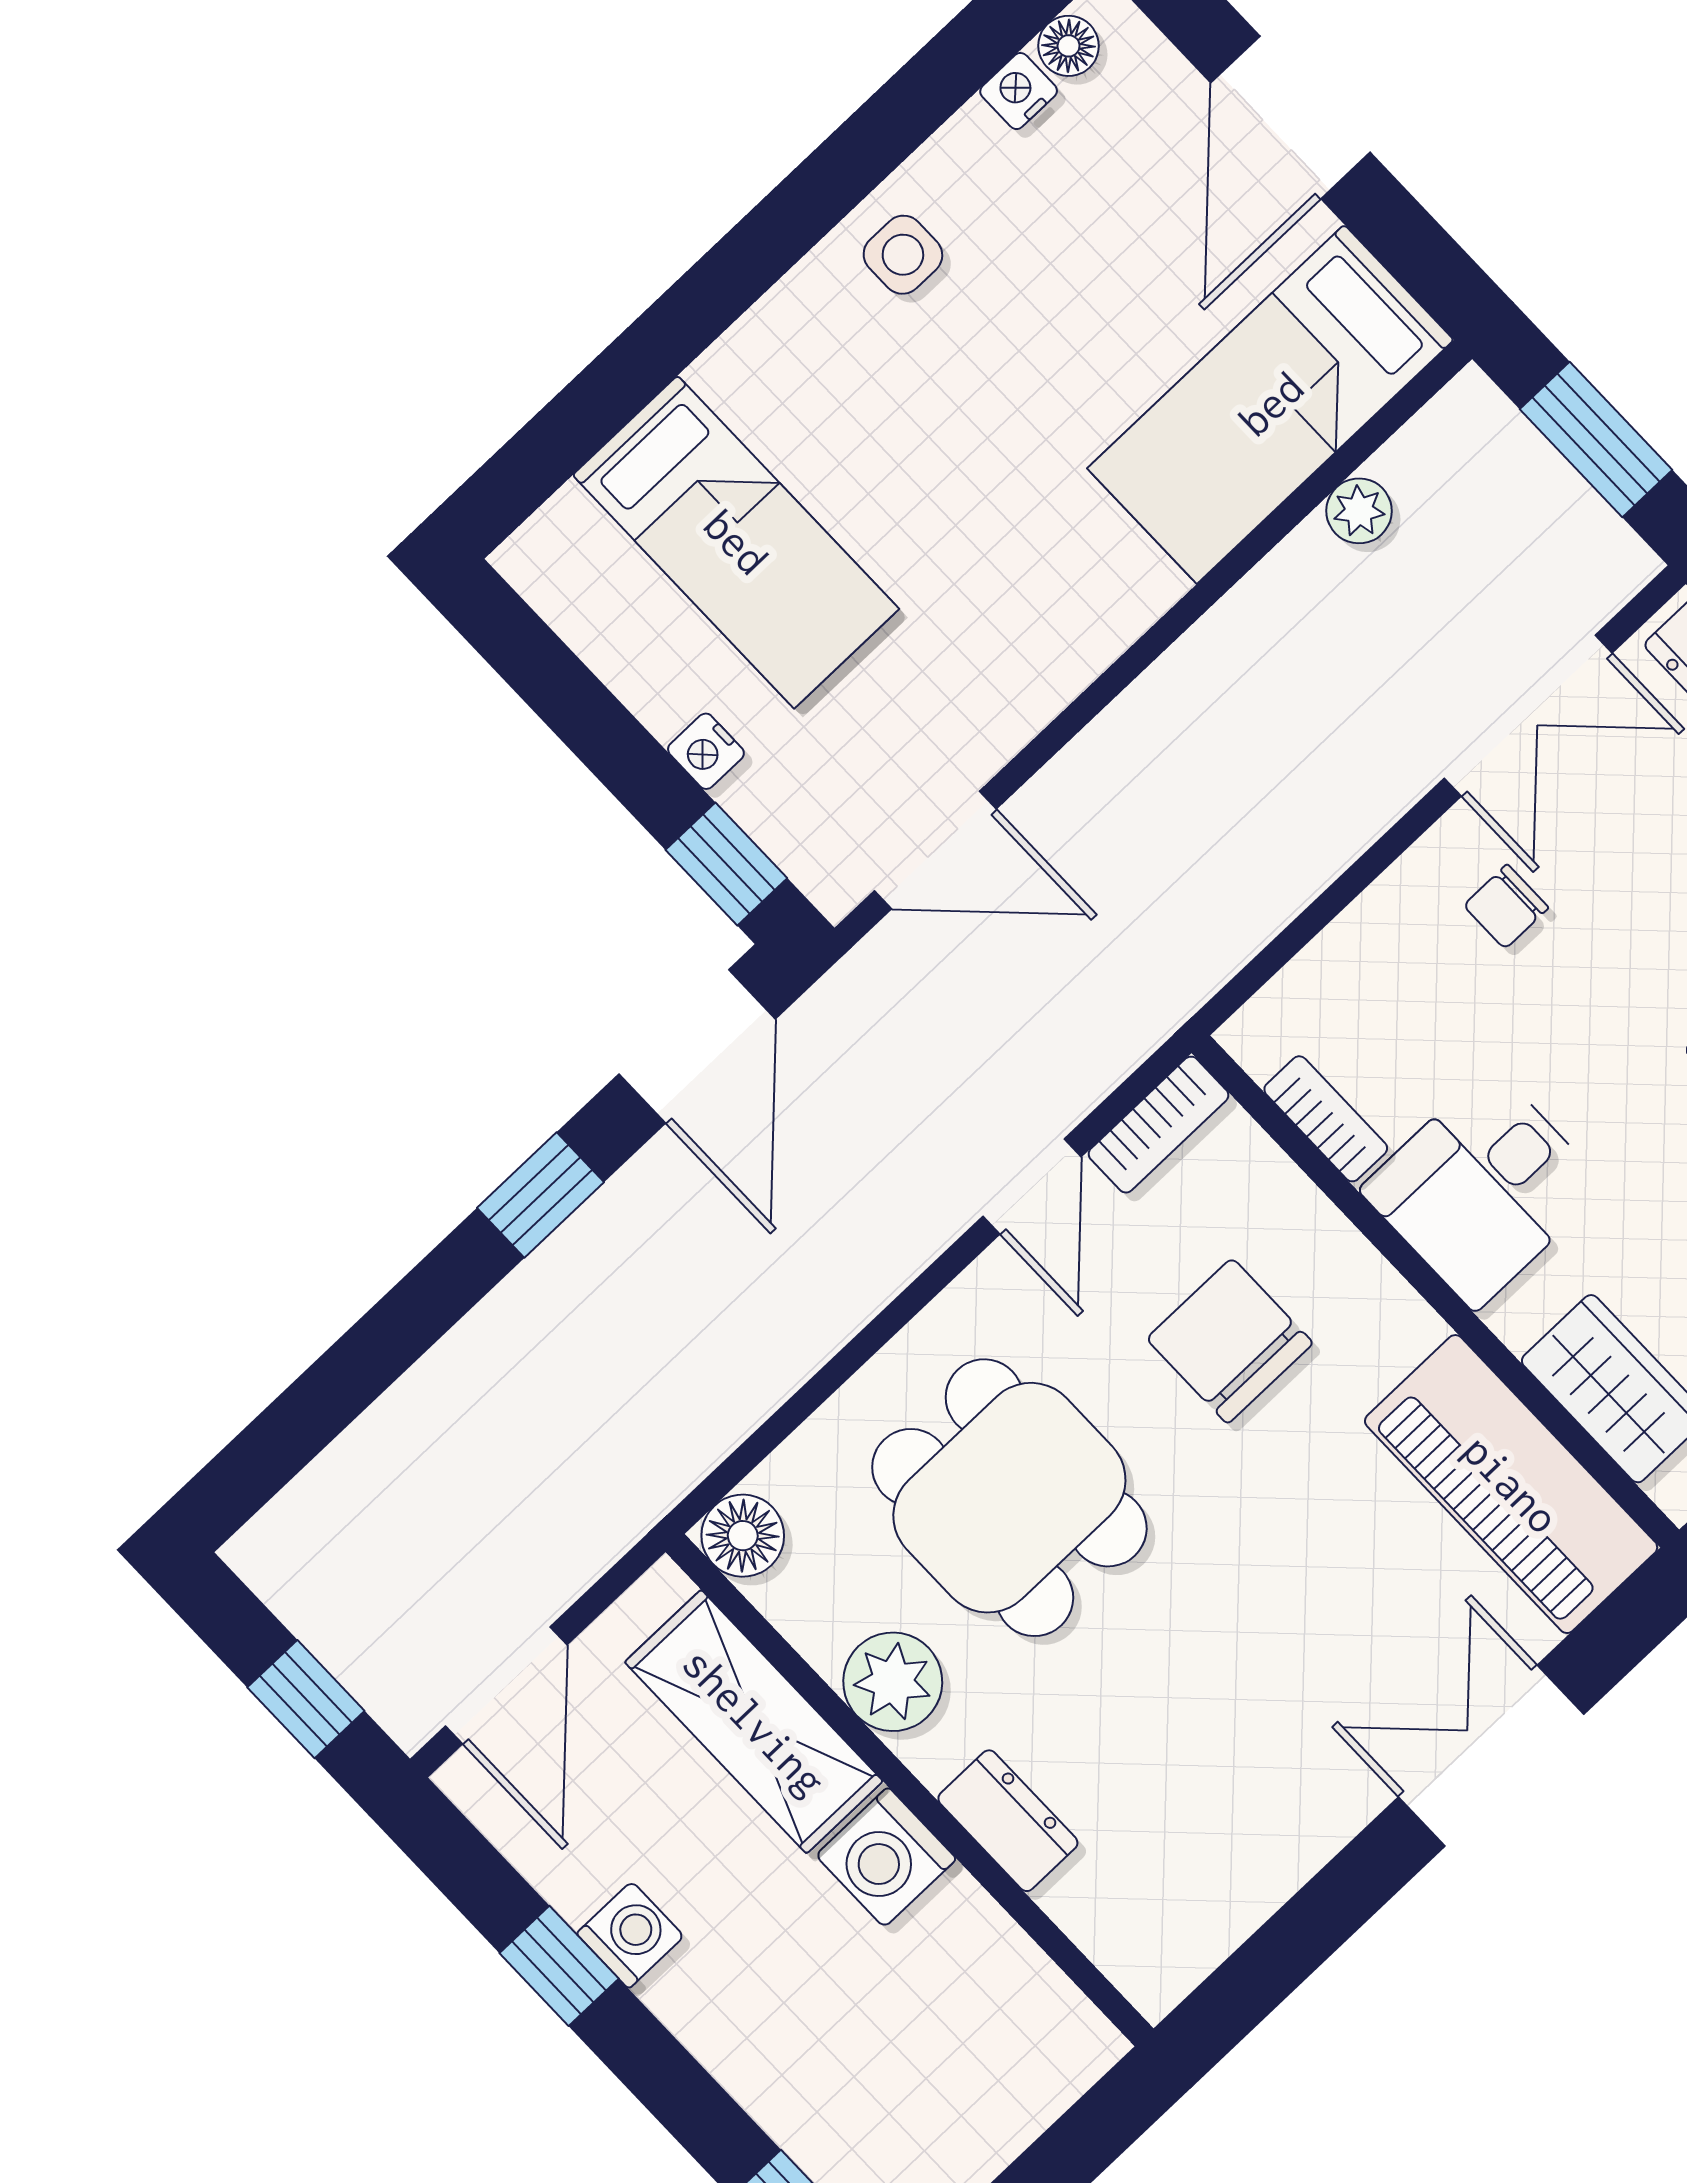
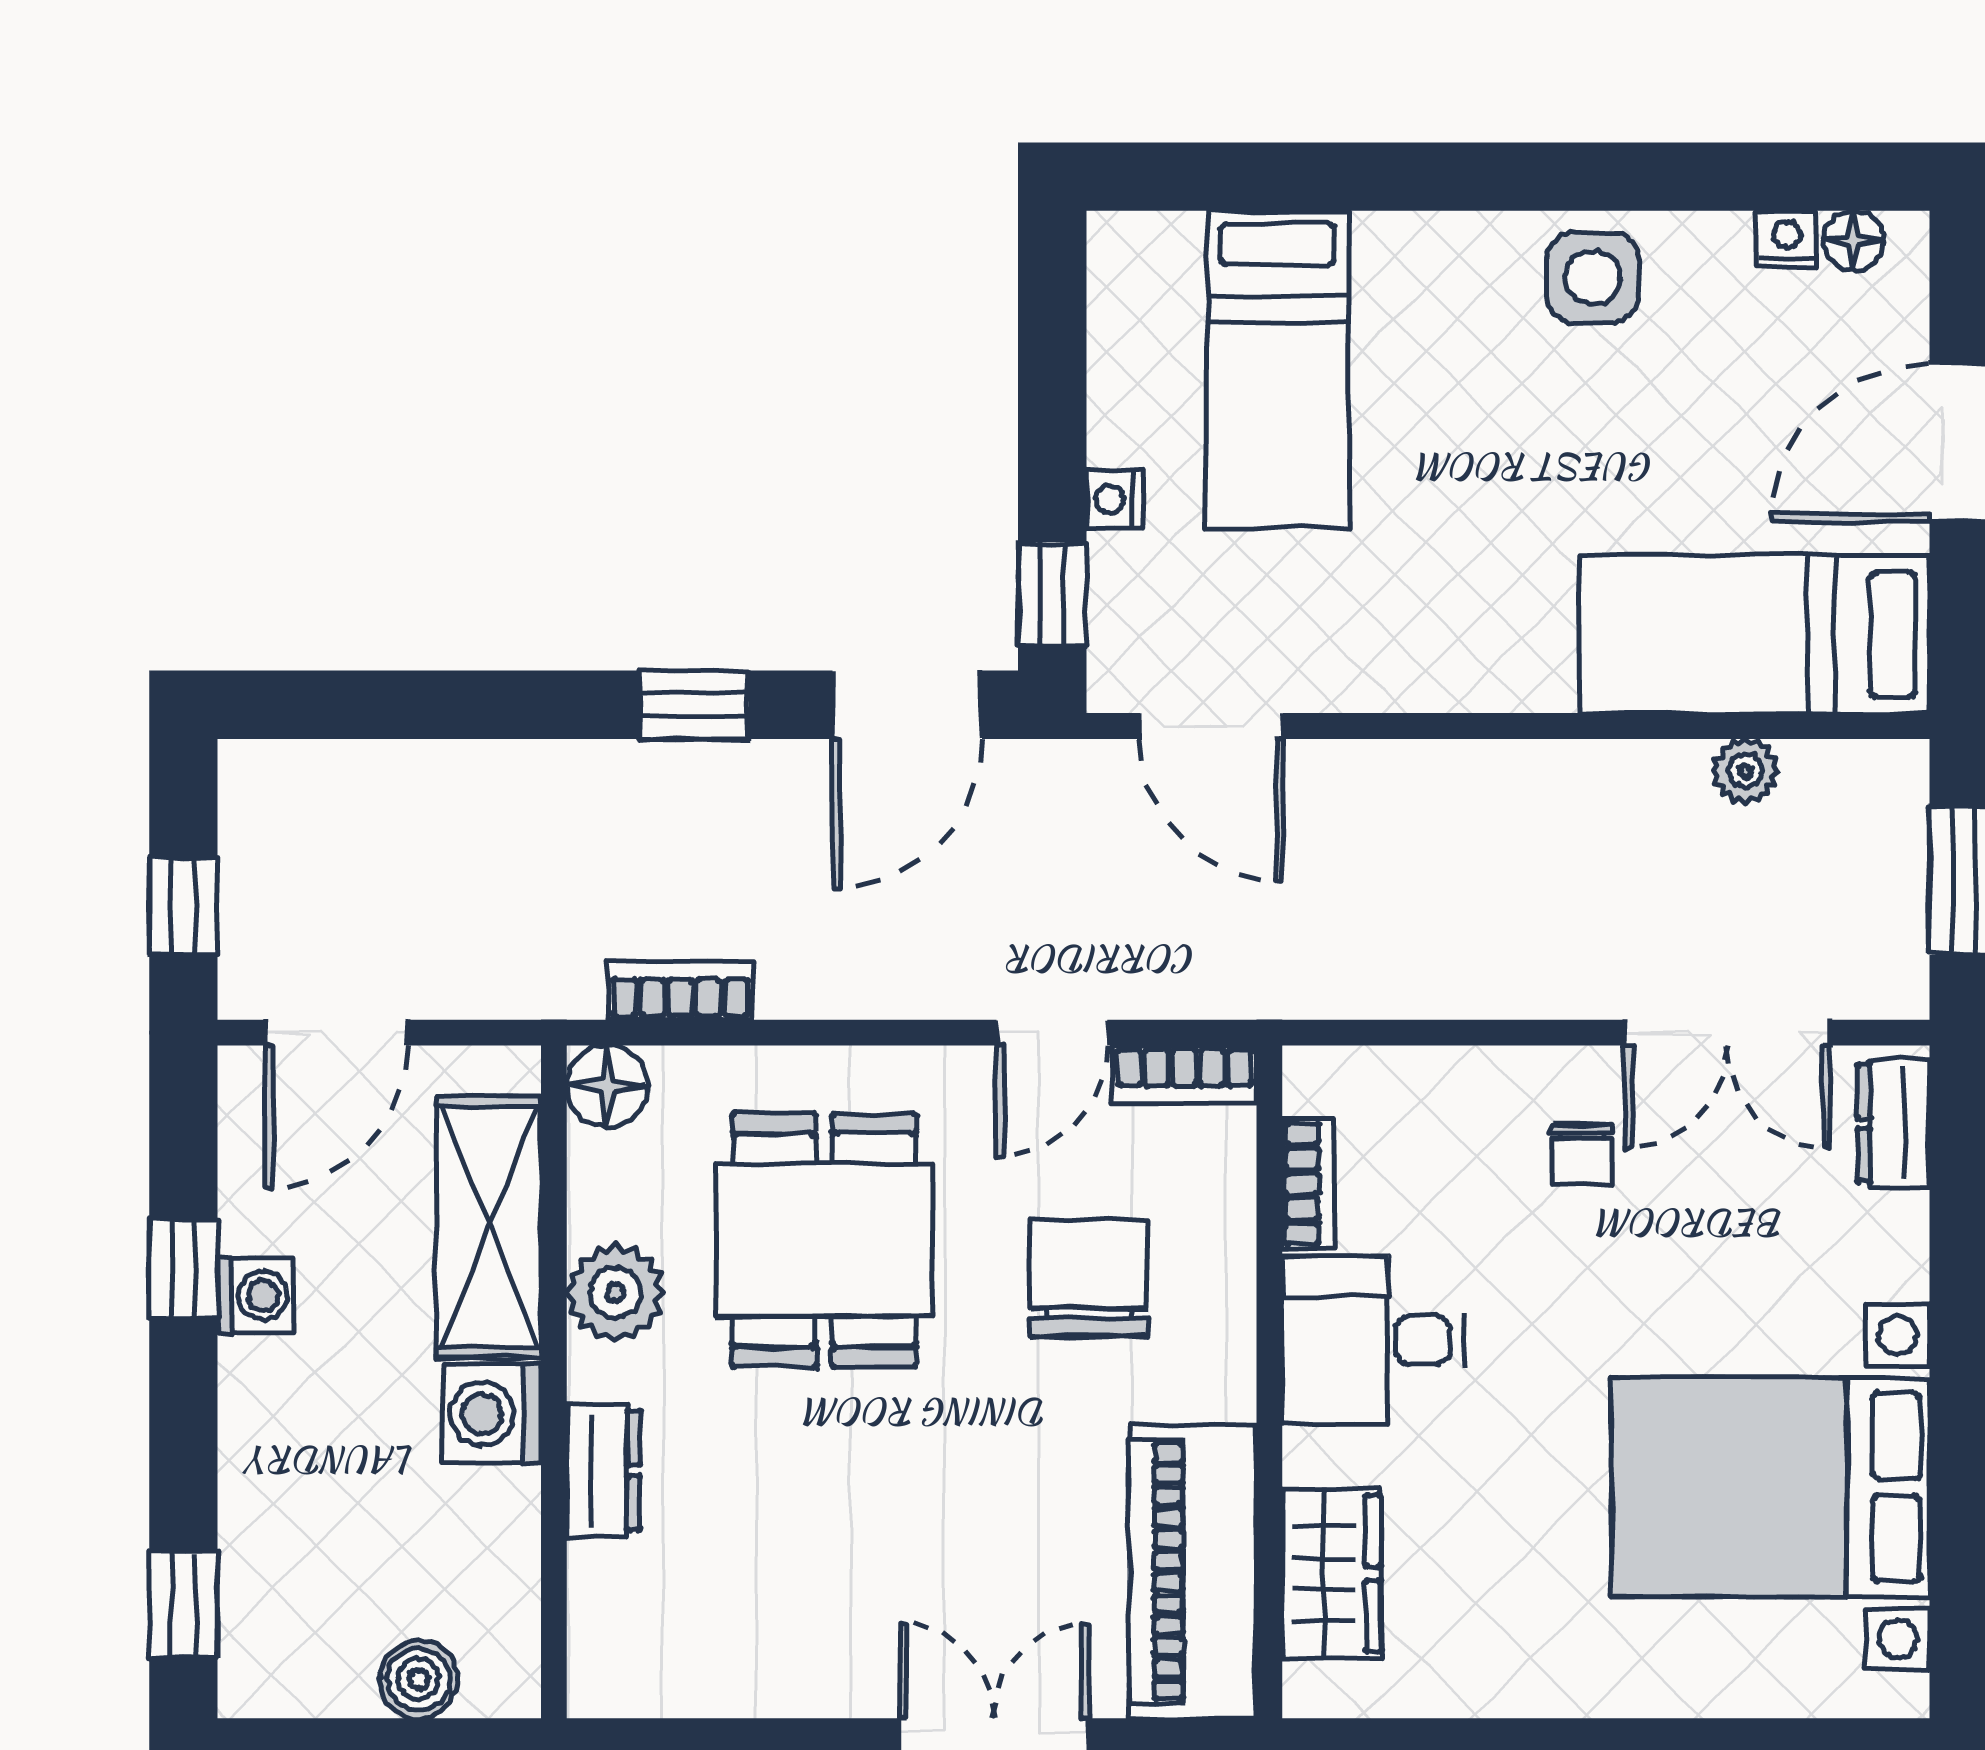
side table: (903, 255) -> (1593, 277), width x1.37, depth x1.37
chair: (1506, 907) -> (1582, 1154), turned -90
bookcase: (730, 1415) -> (680, 991), added
boiler: (1017, 2103) -> (418, 1679), added

